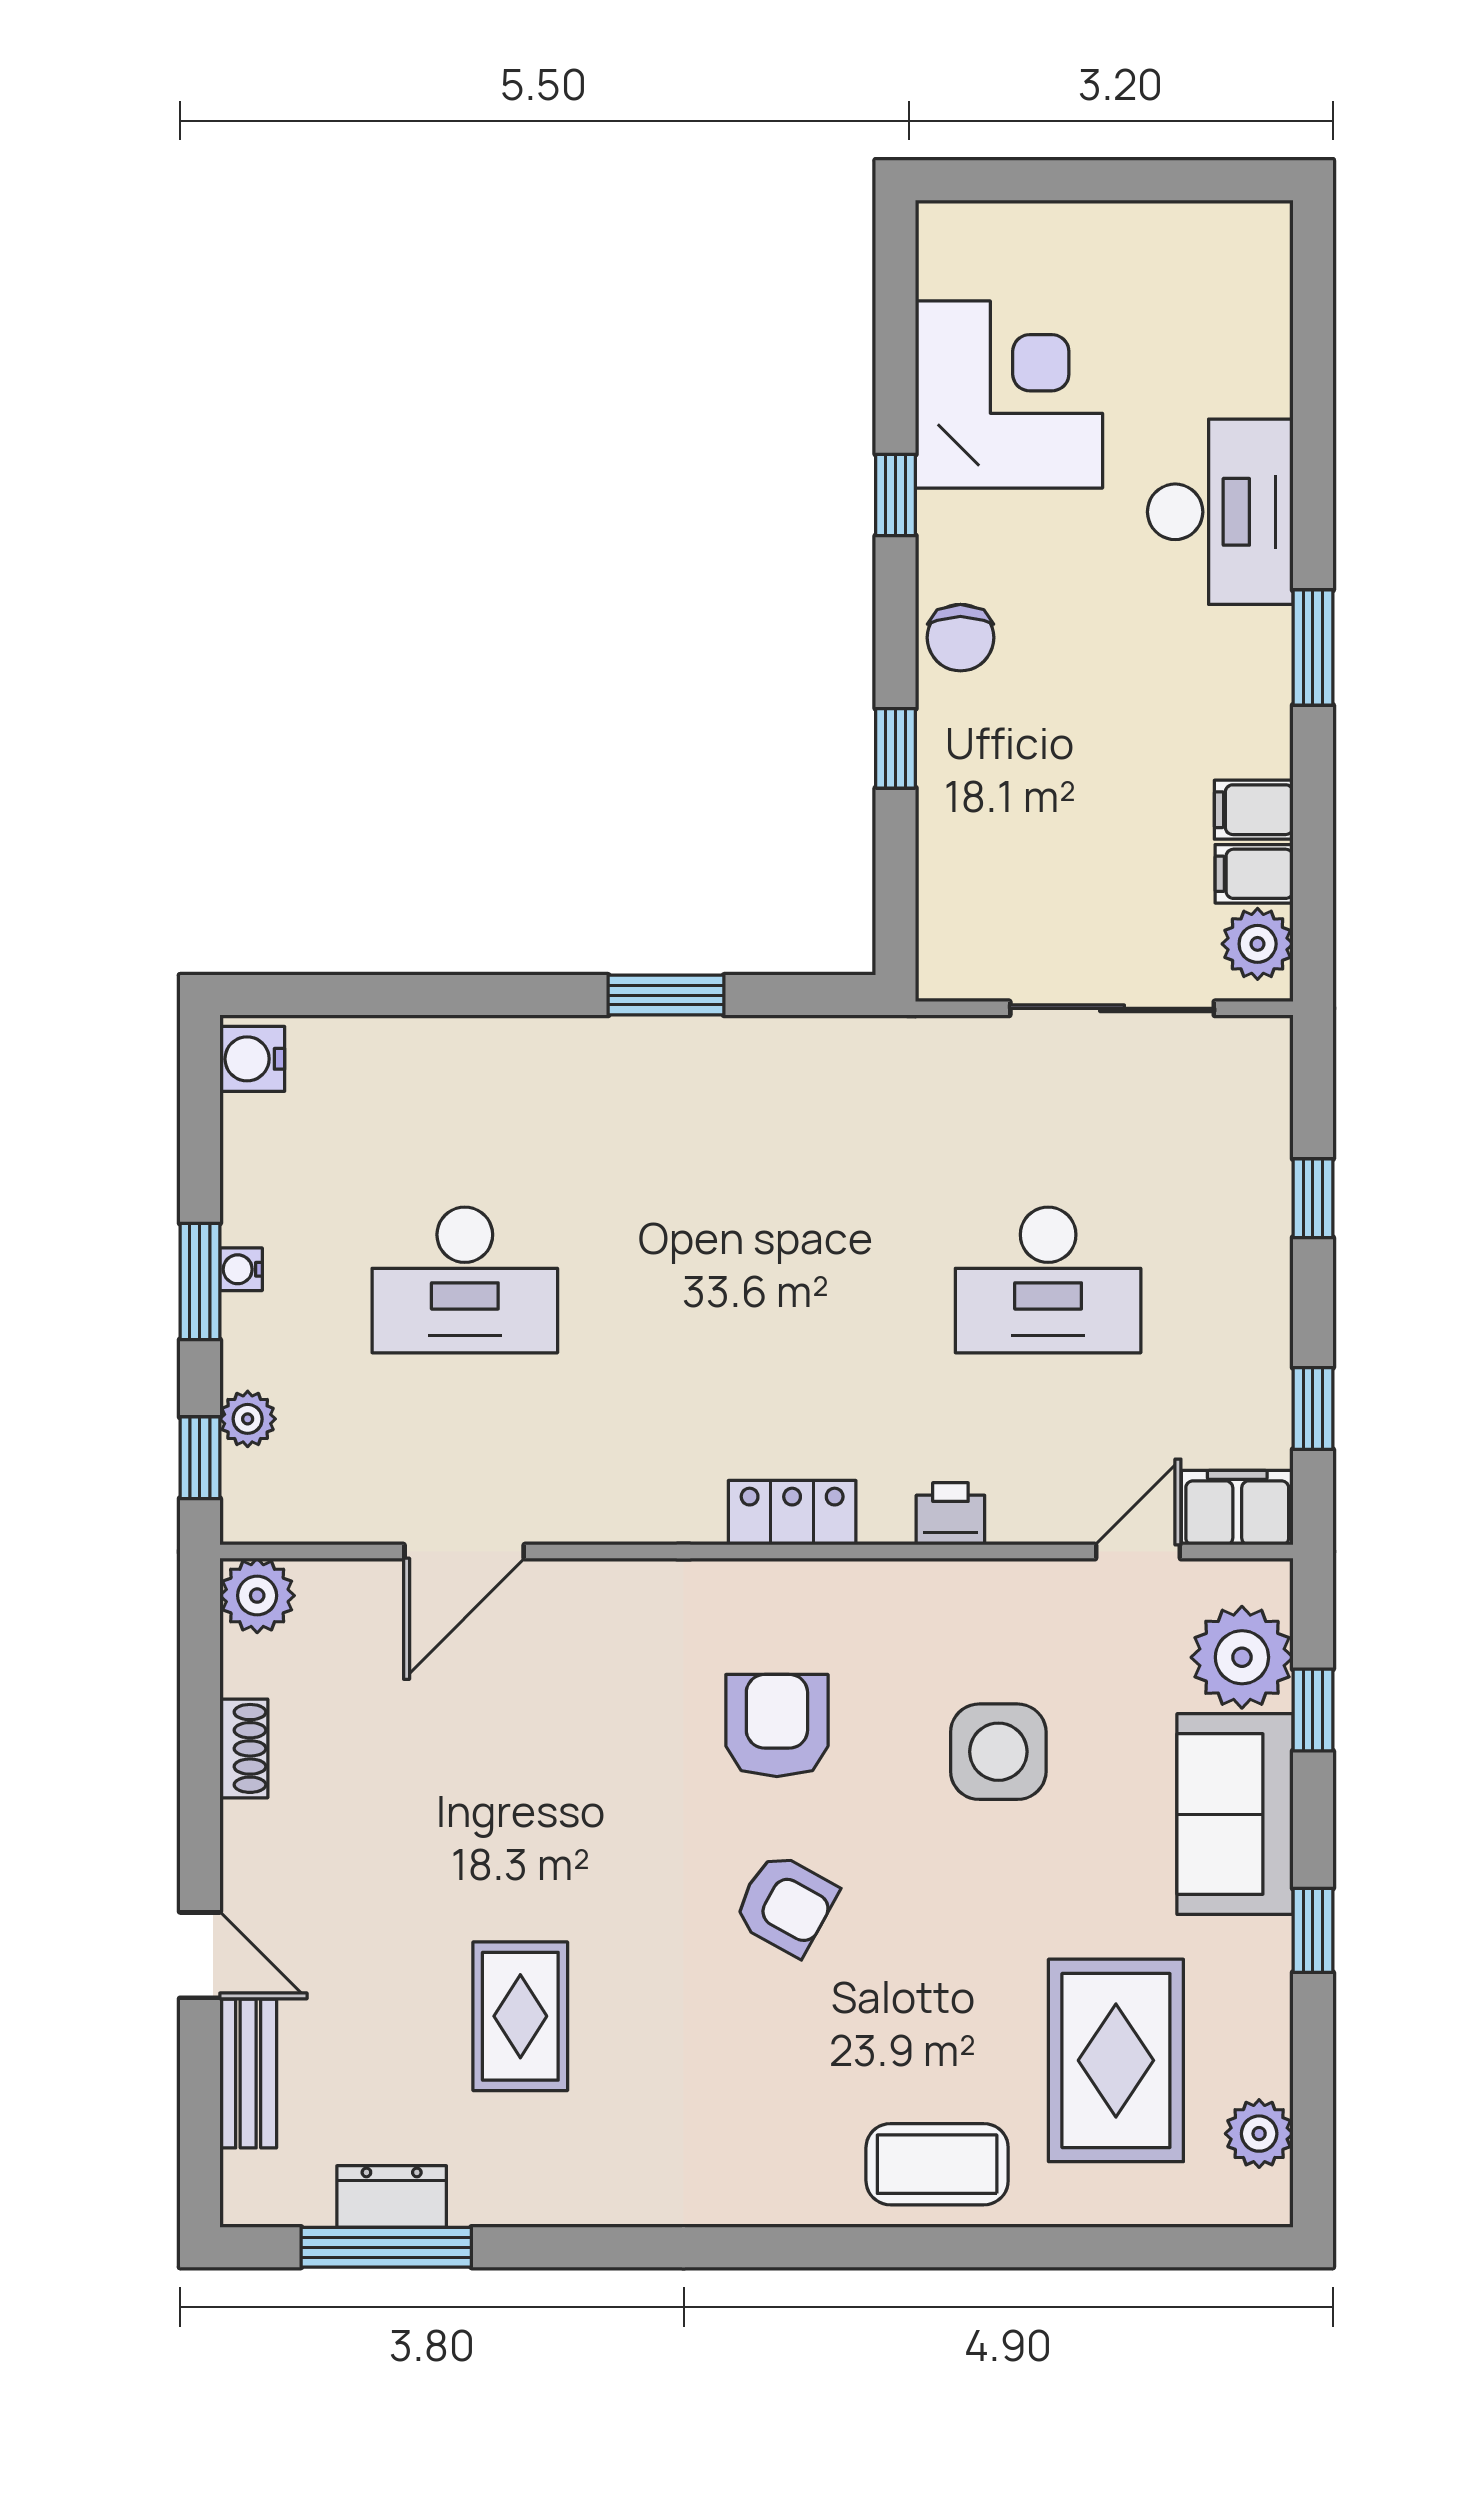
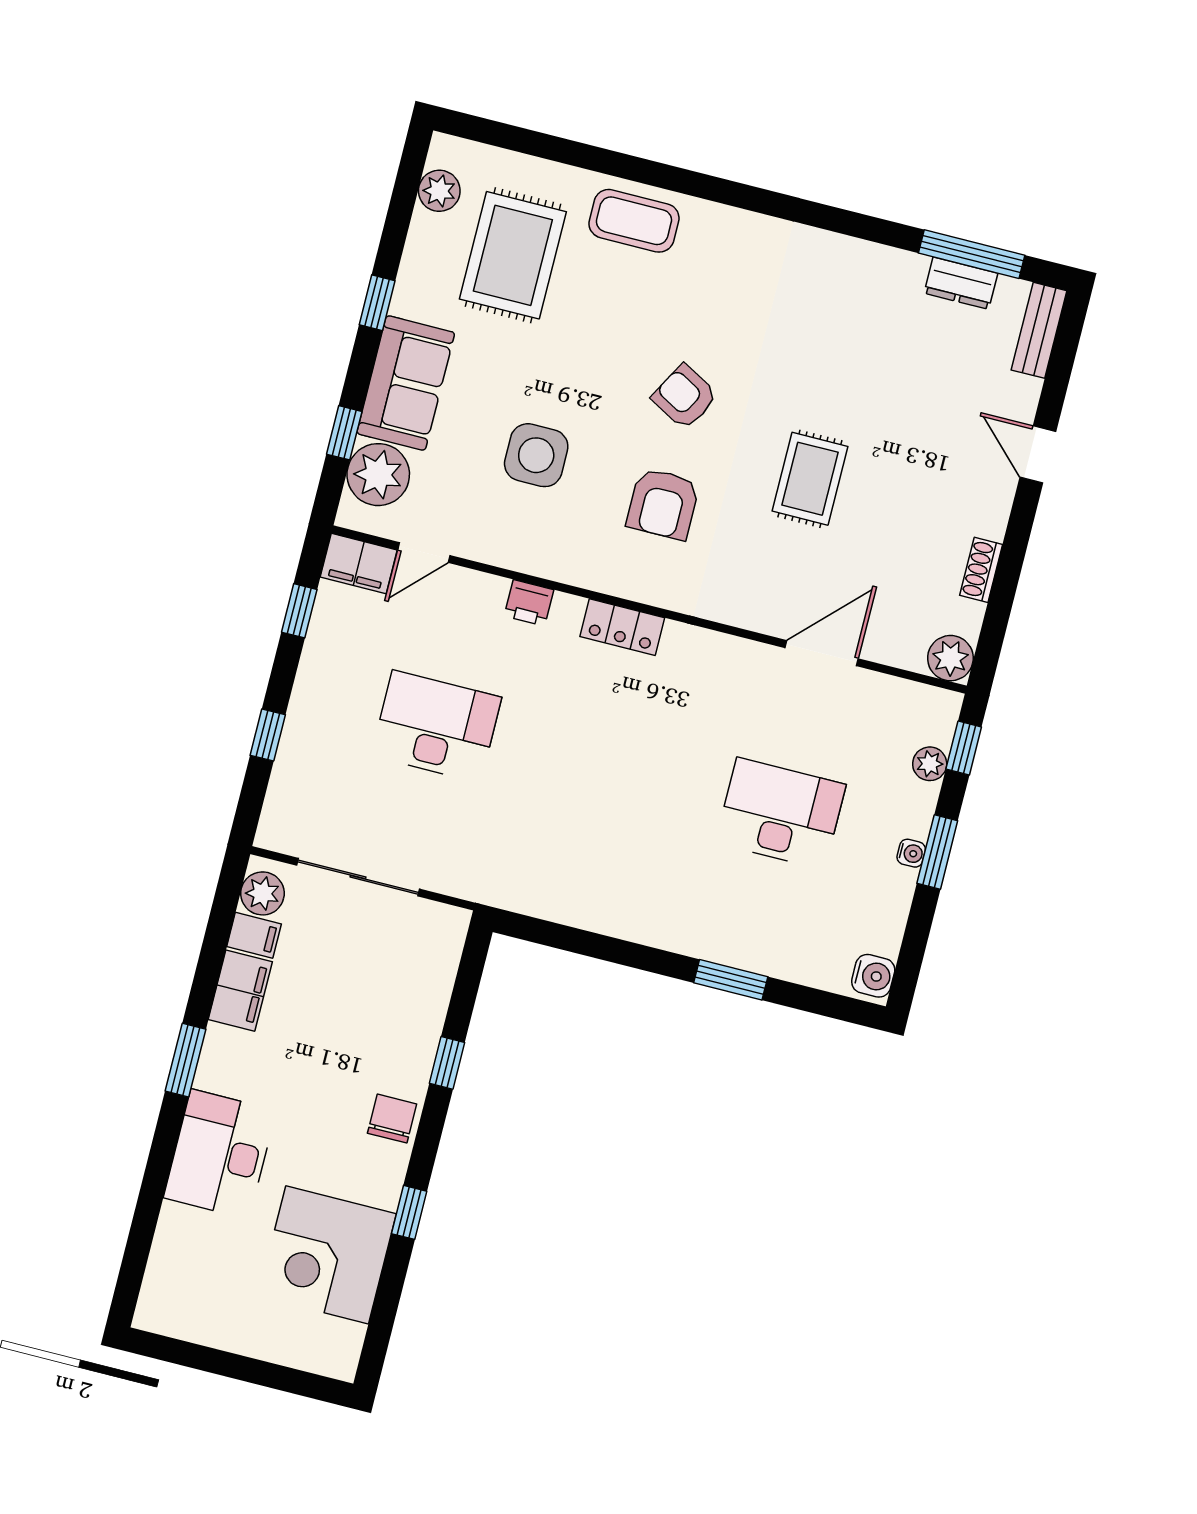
filing cabinet: (1254, 810) -> (240, 991), width x2.00
window: (666, 995) -> (731, 980), moved
rug: (520, 2016) -> (810, 479), moved
bench: (248, 2074) -> (1039, 330), moved

